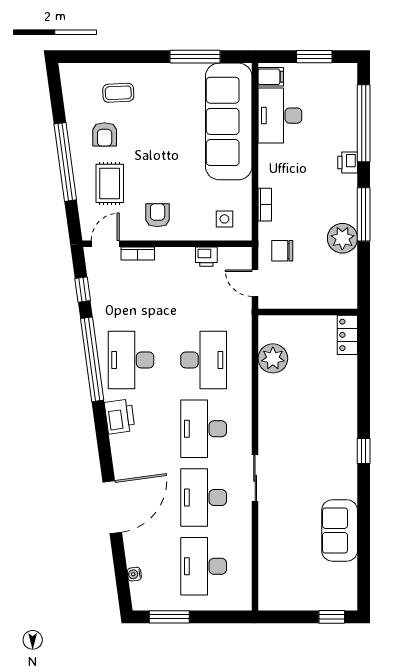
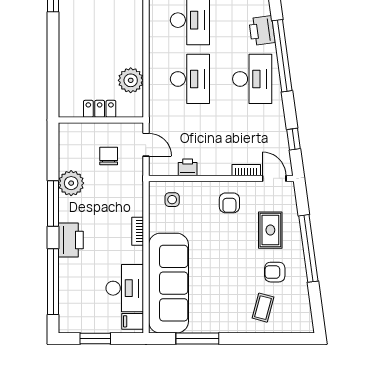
coffee table: (118, 93) -> (263, 308), turned -72
armchair: (105, 134) -> (275, 272), turned -90
printer: (348, 162) -> (71, 240), width x1.87, depth x1.48
bookcase: (265, 205) -> (138, 231), moved
door: (105, 244) -> (274, 178), swing flipped
chair: (282, 251) -> (109, 156), moved, turned -90
locker: (347, 335) -> (100, 109), moved, turned -90
window: (92, 359) -> (282, 56), moved
desk: (204, 360) -> (190, 79), turned 180

